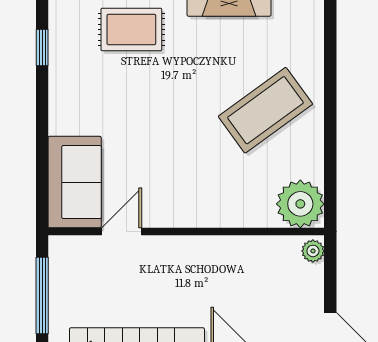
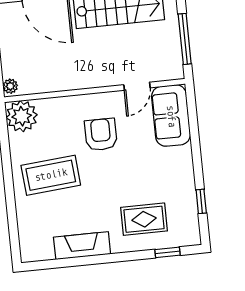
coffee table: (265, 110) -> (51, 175), turned 31
armchair: (184, 164) -> (101, 134), added

